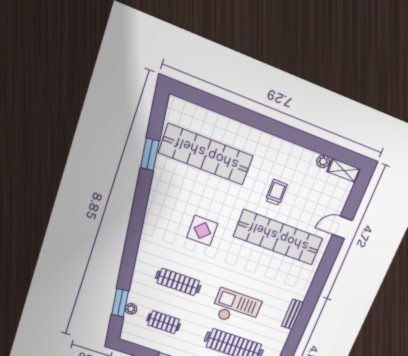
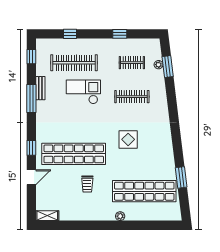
plant: (323, 161) -> (120, 216), moved
window: (327, 264) -> (31, 148), added
checkout: (236, 308) -> (83, 92), turned 180
bench: (292, 314) -> (40, 88), moved
window: (301, 322) -> (31, 99), added

